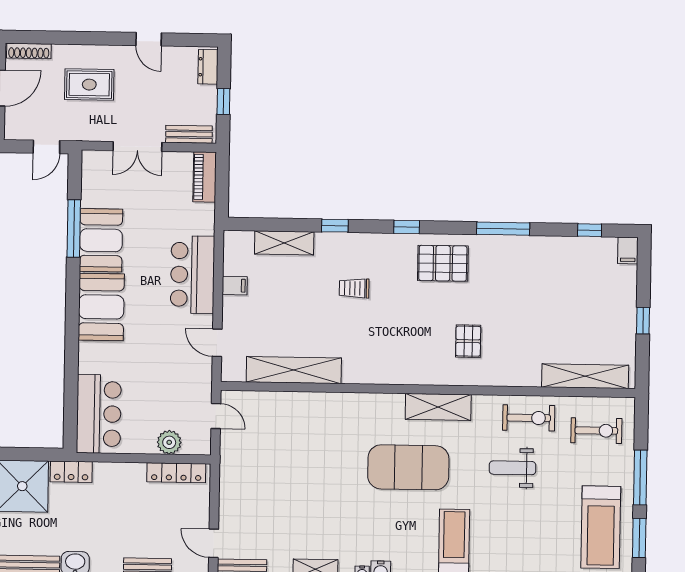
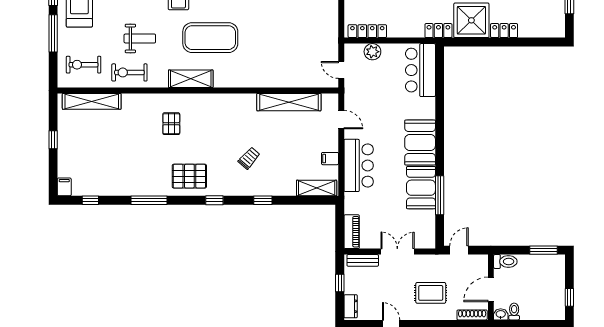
shelving: (284, 243) -> (317, 188), moved
trolley: (354, 288) -> (249, 158), turned -49

